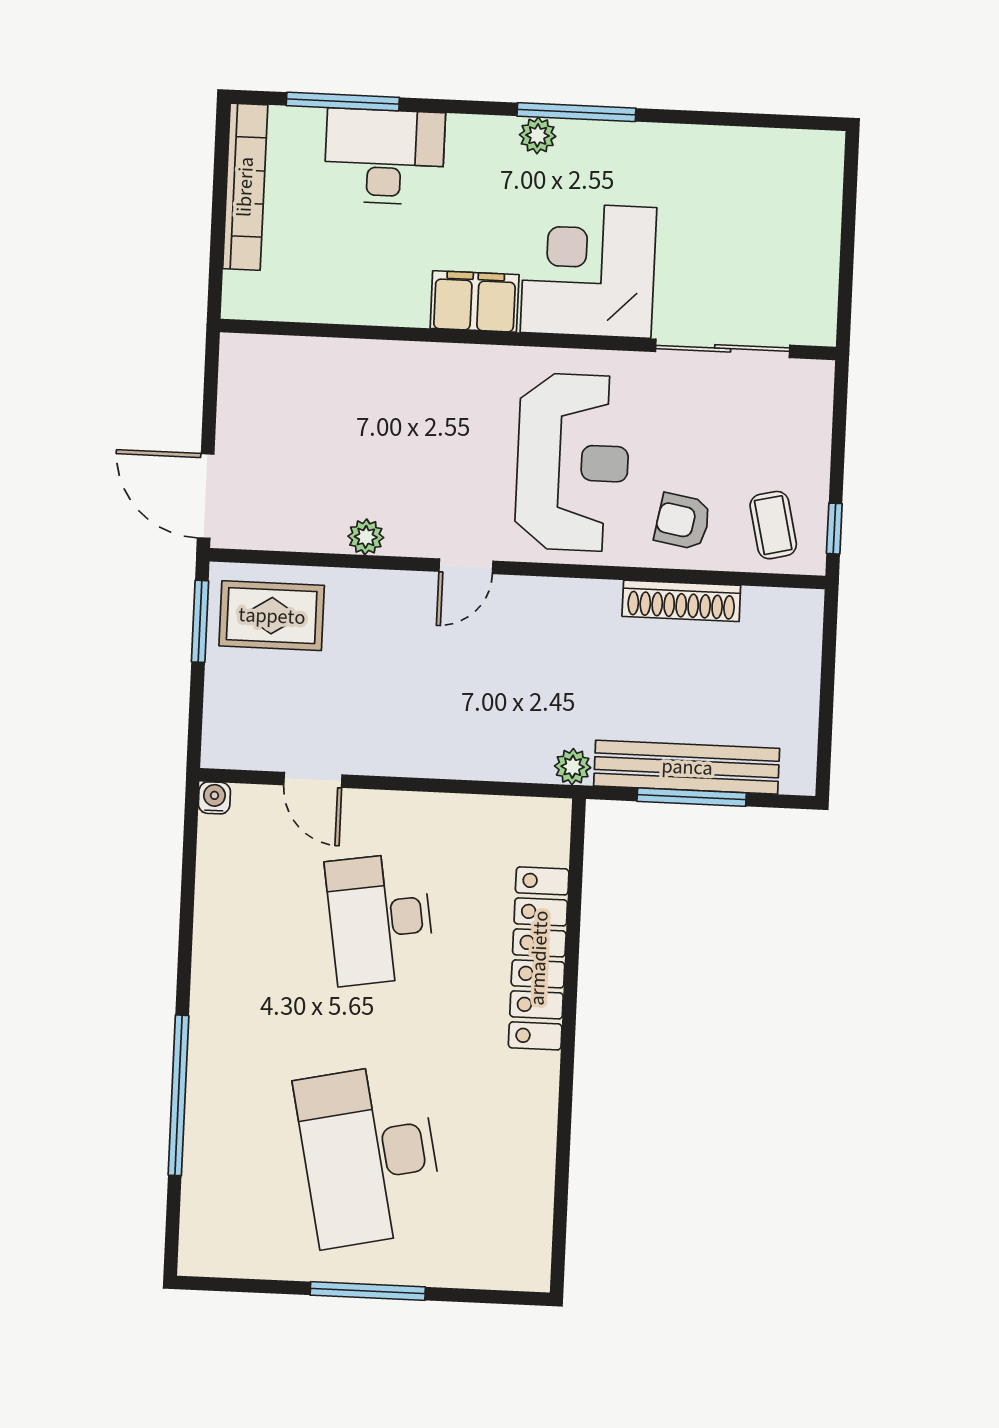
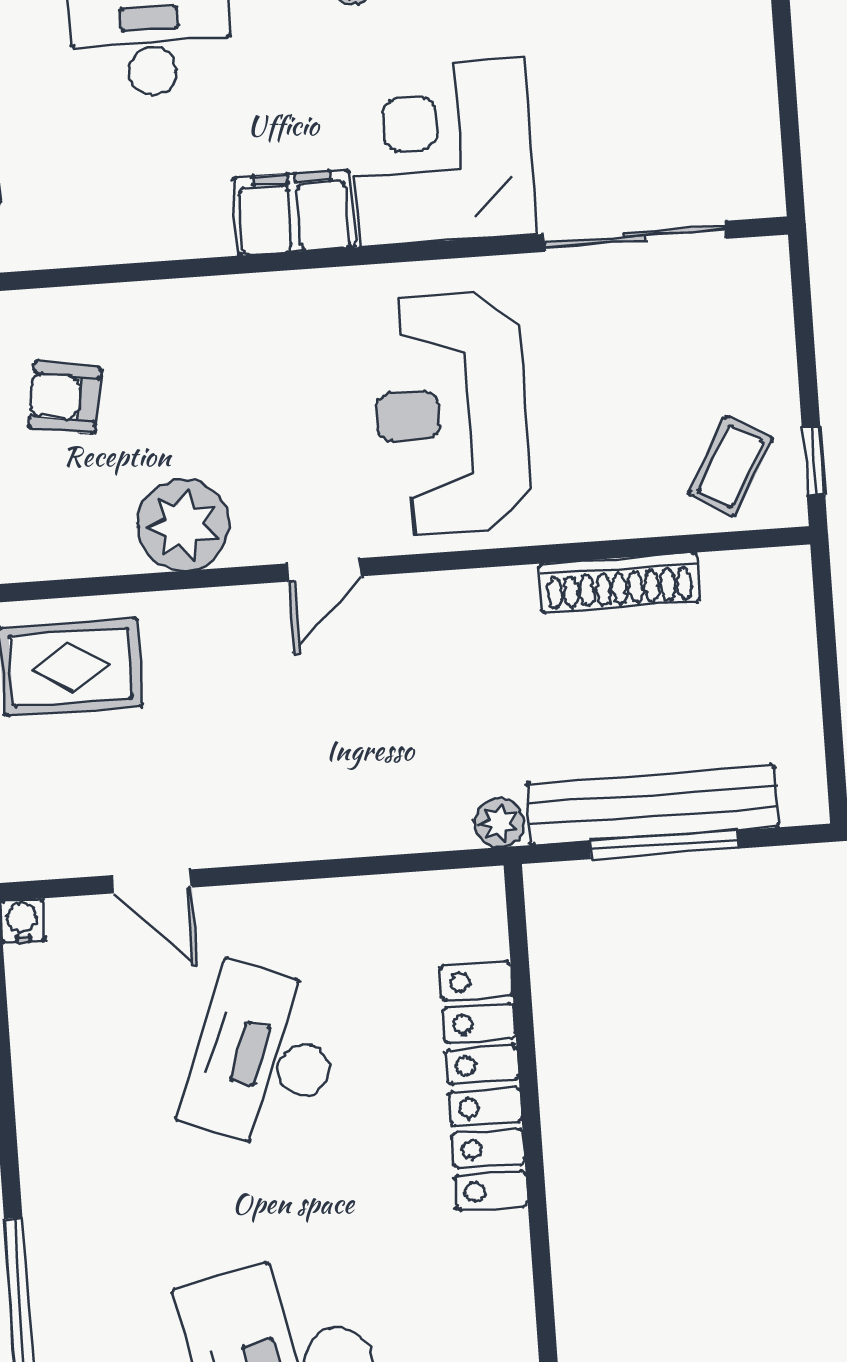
reception desk: (573, 462) -> (451, 413), turned 180
armchair: (683, 521) -> (64, 397), moved
coffee table: (773, 525) -> (731, 466), turned 43
plant: (366, 537) -> (183, 525), width x1.88, depth x1.88
desk: (380, 919) -> (264, 1058), turned 30

